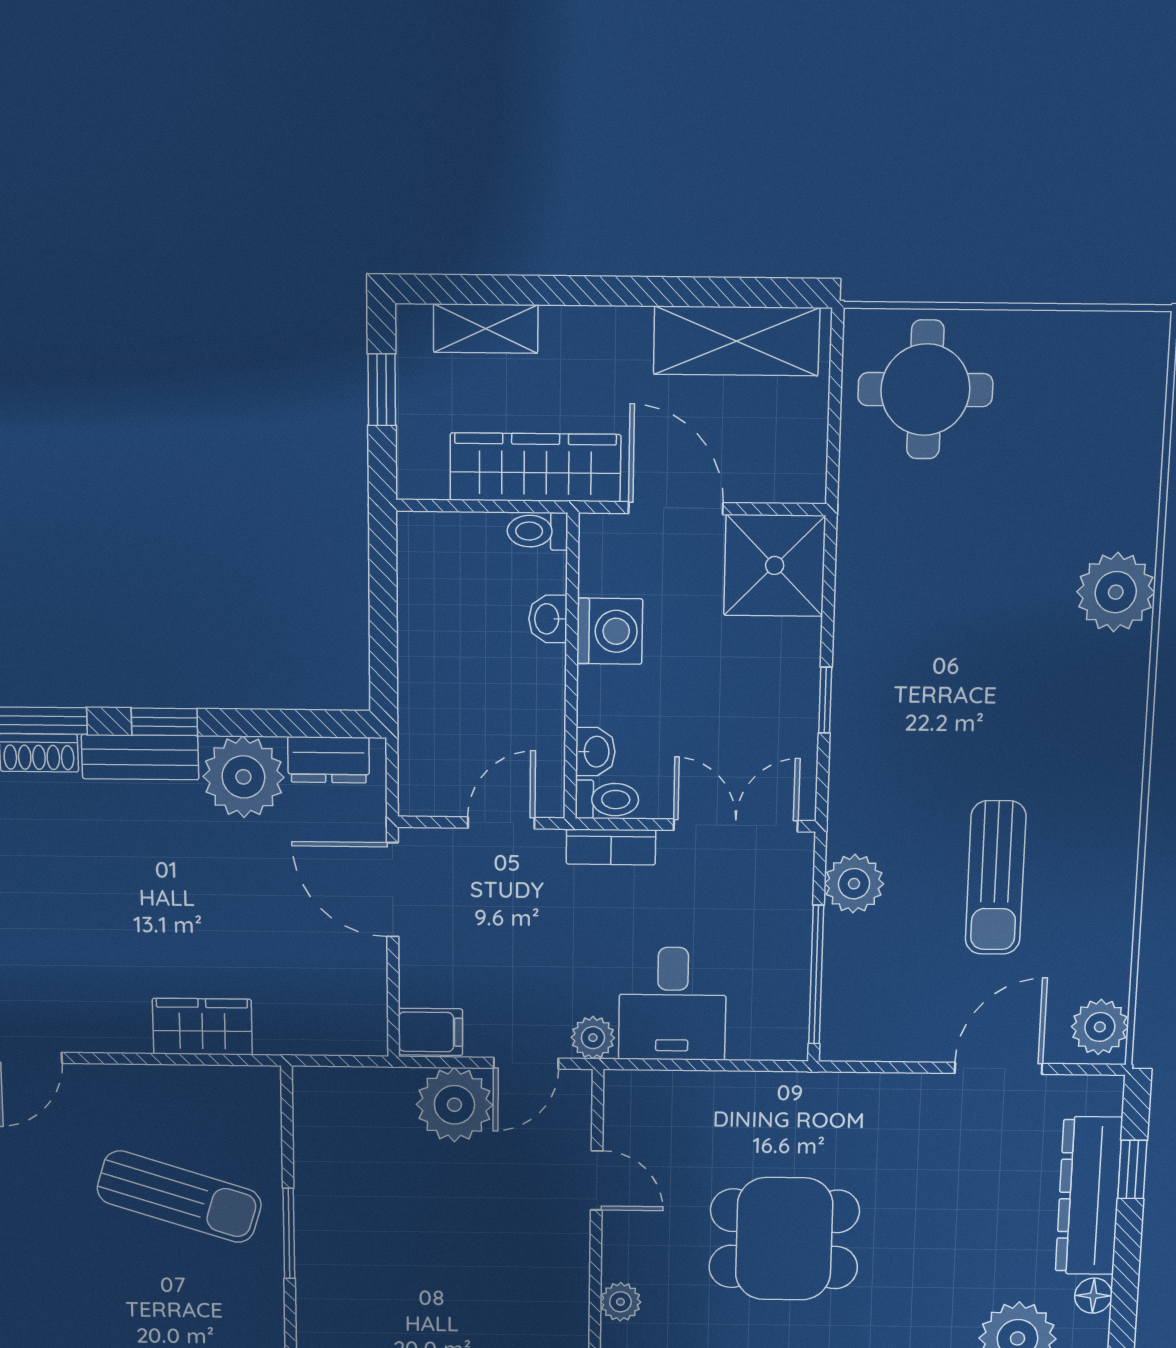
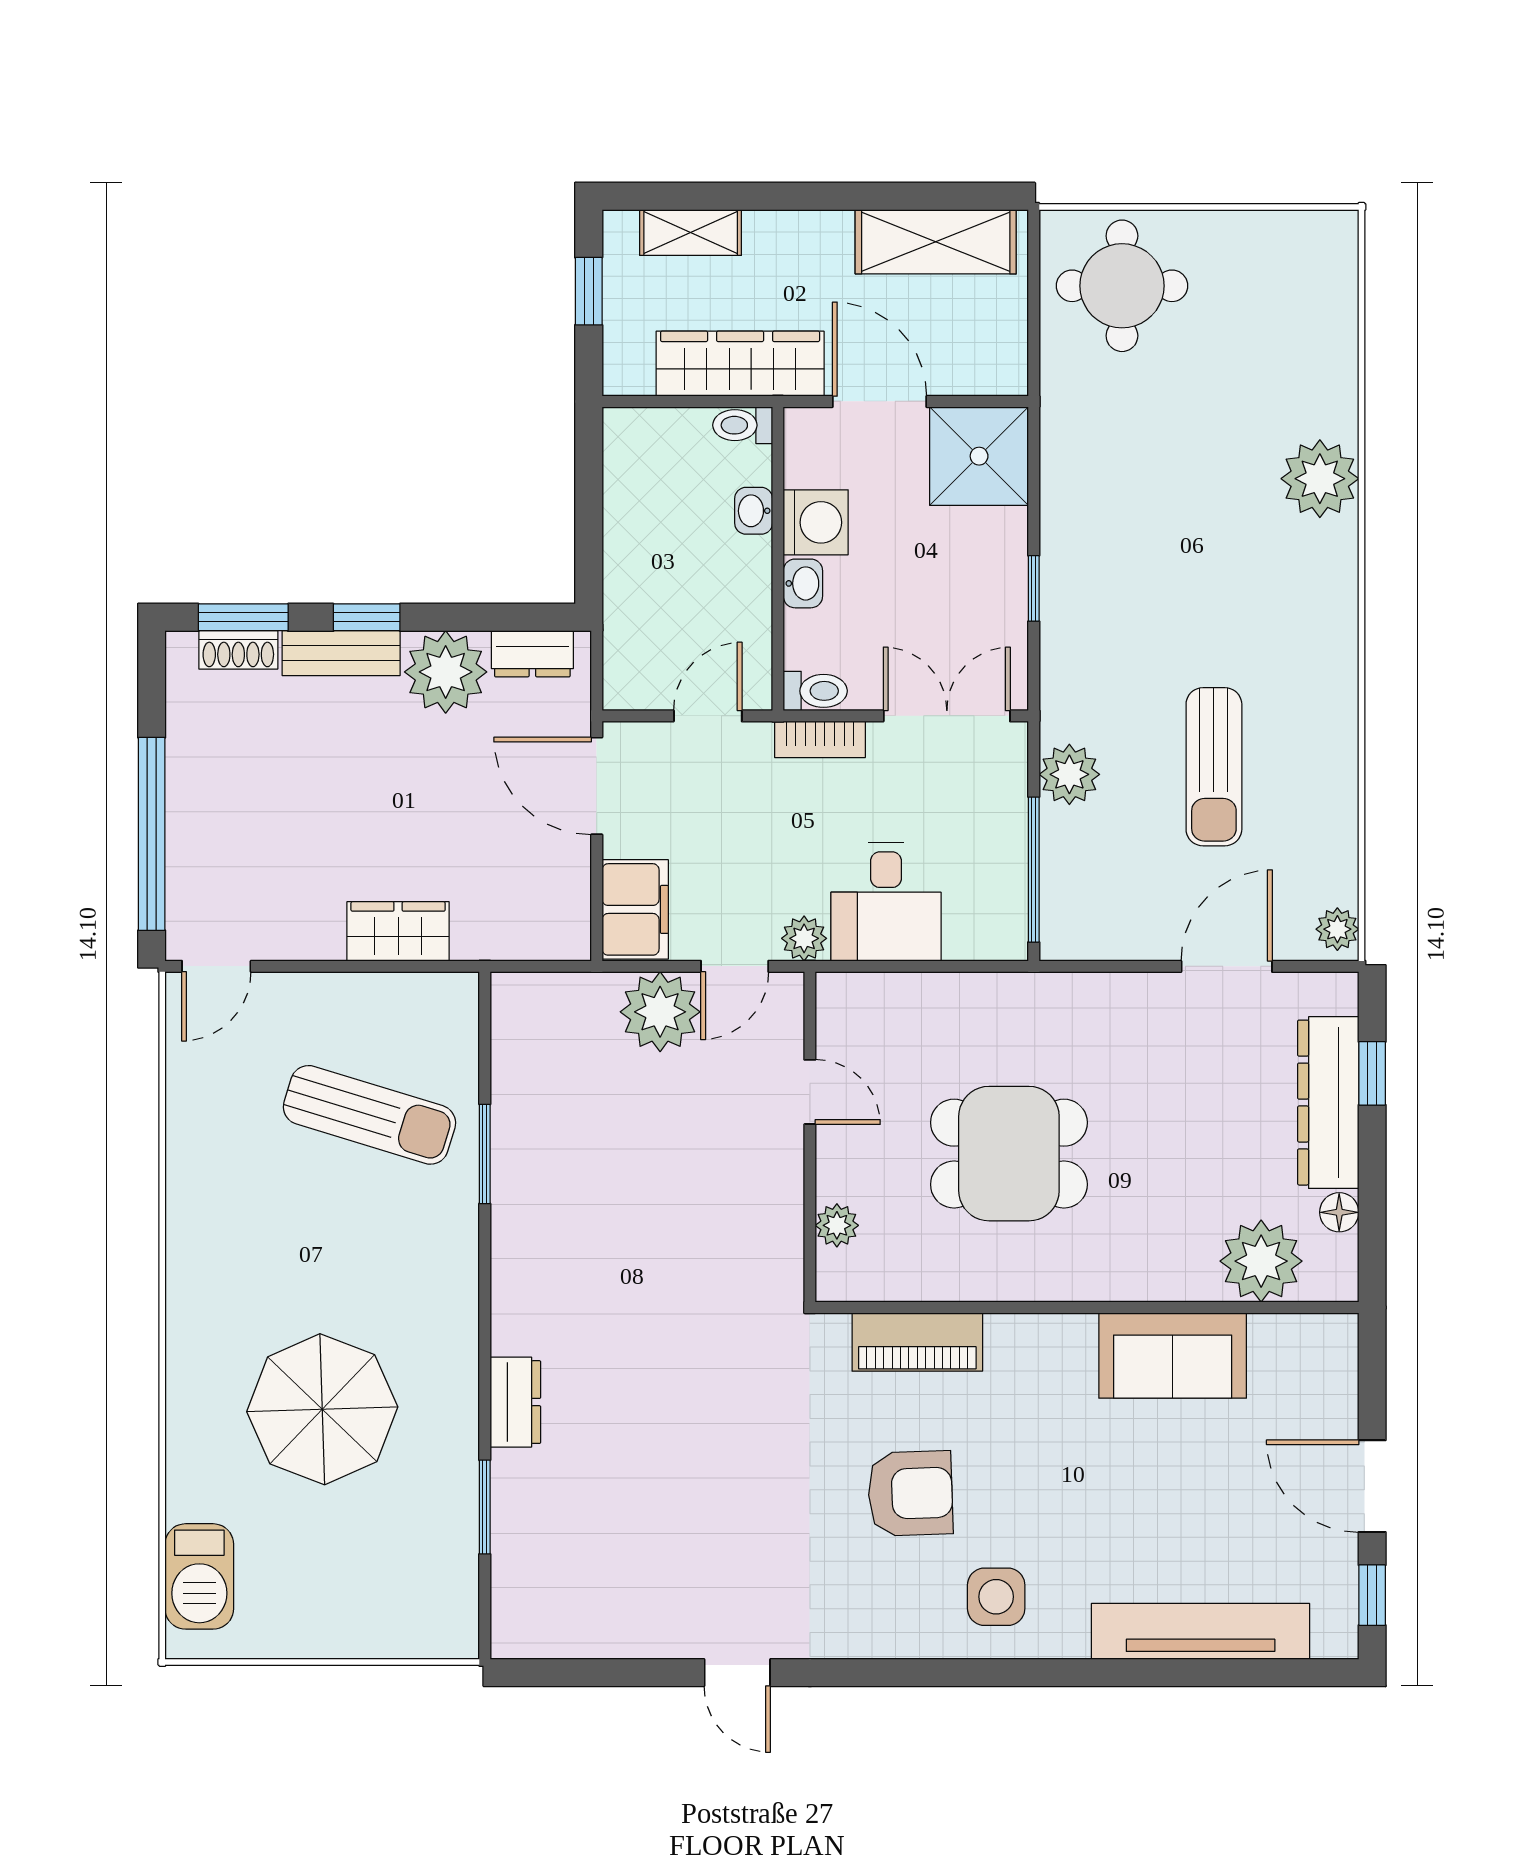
washbasin: (595, 752) -> (803, 583), moved
plant: (1100, 1027) -> (1337, 929), width x0.73, depth x0.73
filing cabinet: (430, 1032) -> (635, 909), width x2.00

